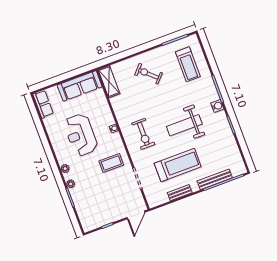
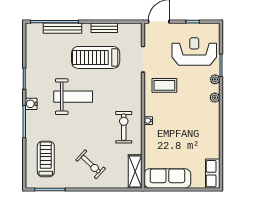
exercise bike: (143, 134) -> (124, 127), moved
reception desk: (81, 135) -> (194, 51), moved, turned -90

